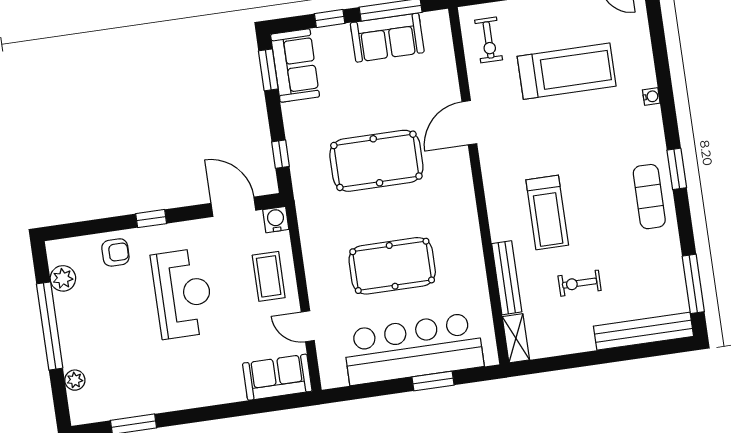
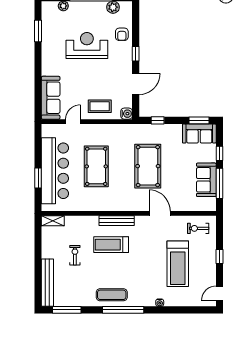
window: (677, 169) -> (123, 310), width x2.11
door: (233, 207) -> (136, 84), moved
bench: (507, 278) -> (117, 221), moved
reception desk: (183, 294) -> (87, 45), moved, turned 180
sofa: (277, 377) -> (51, 98), width x1.36

